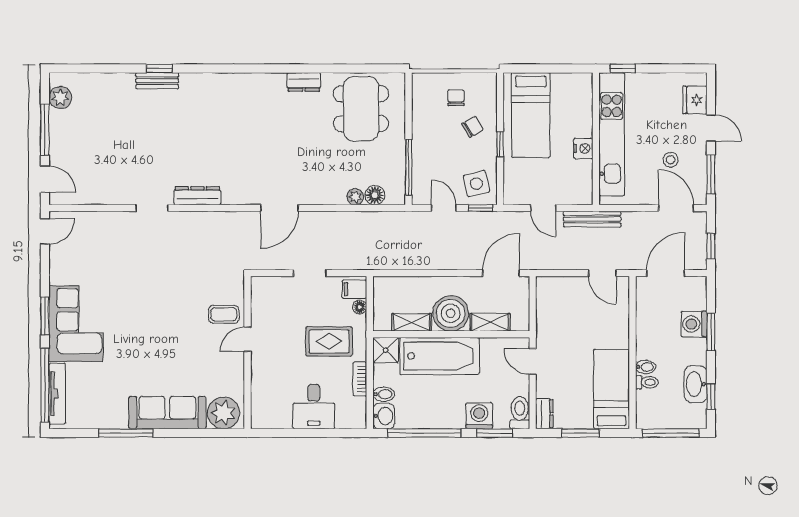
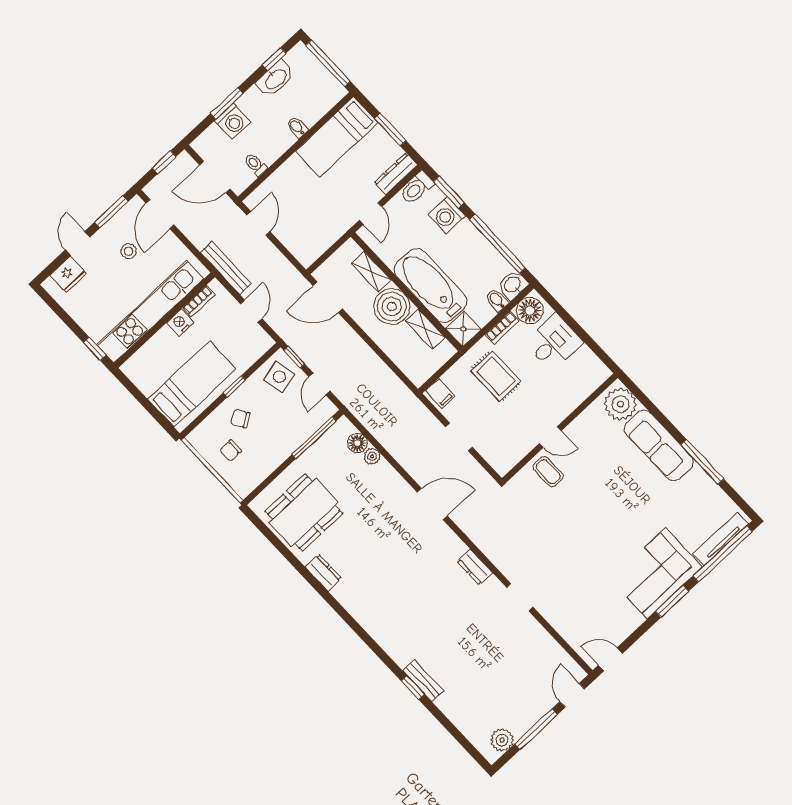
bookcase: (586, 177) -> (199, 301), added
dresser: (197, 196) -> (475, 567), width x0.70
floor lamp: (360, 307) -> (530, 311), moved, width x1.89, depth x1.89
toilet: (647, 382) -> (256, 165), moved
dresser: (544, 414) -> (396, 174), width x1.44

